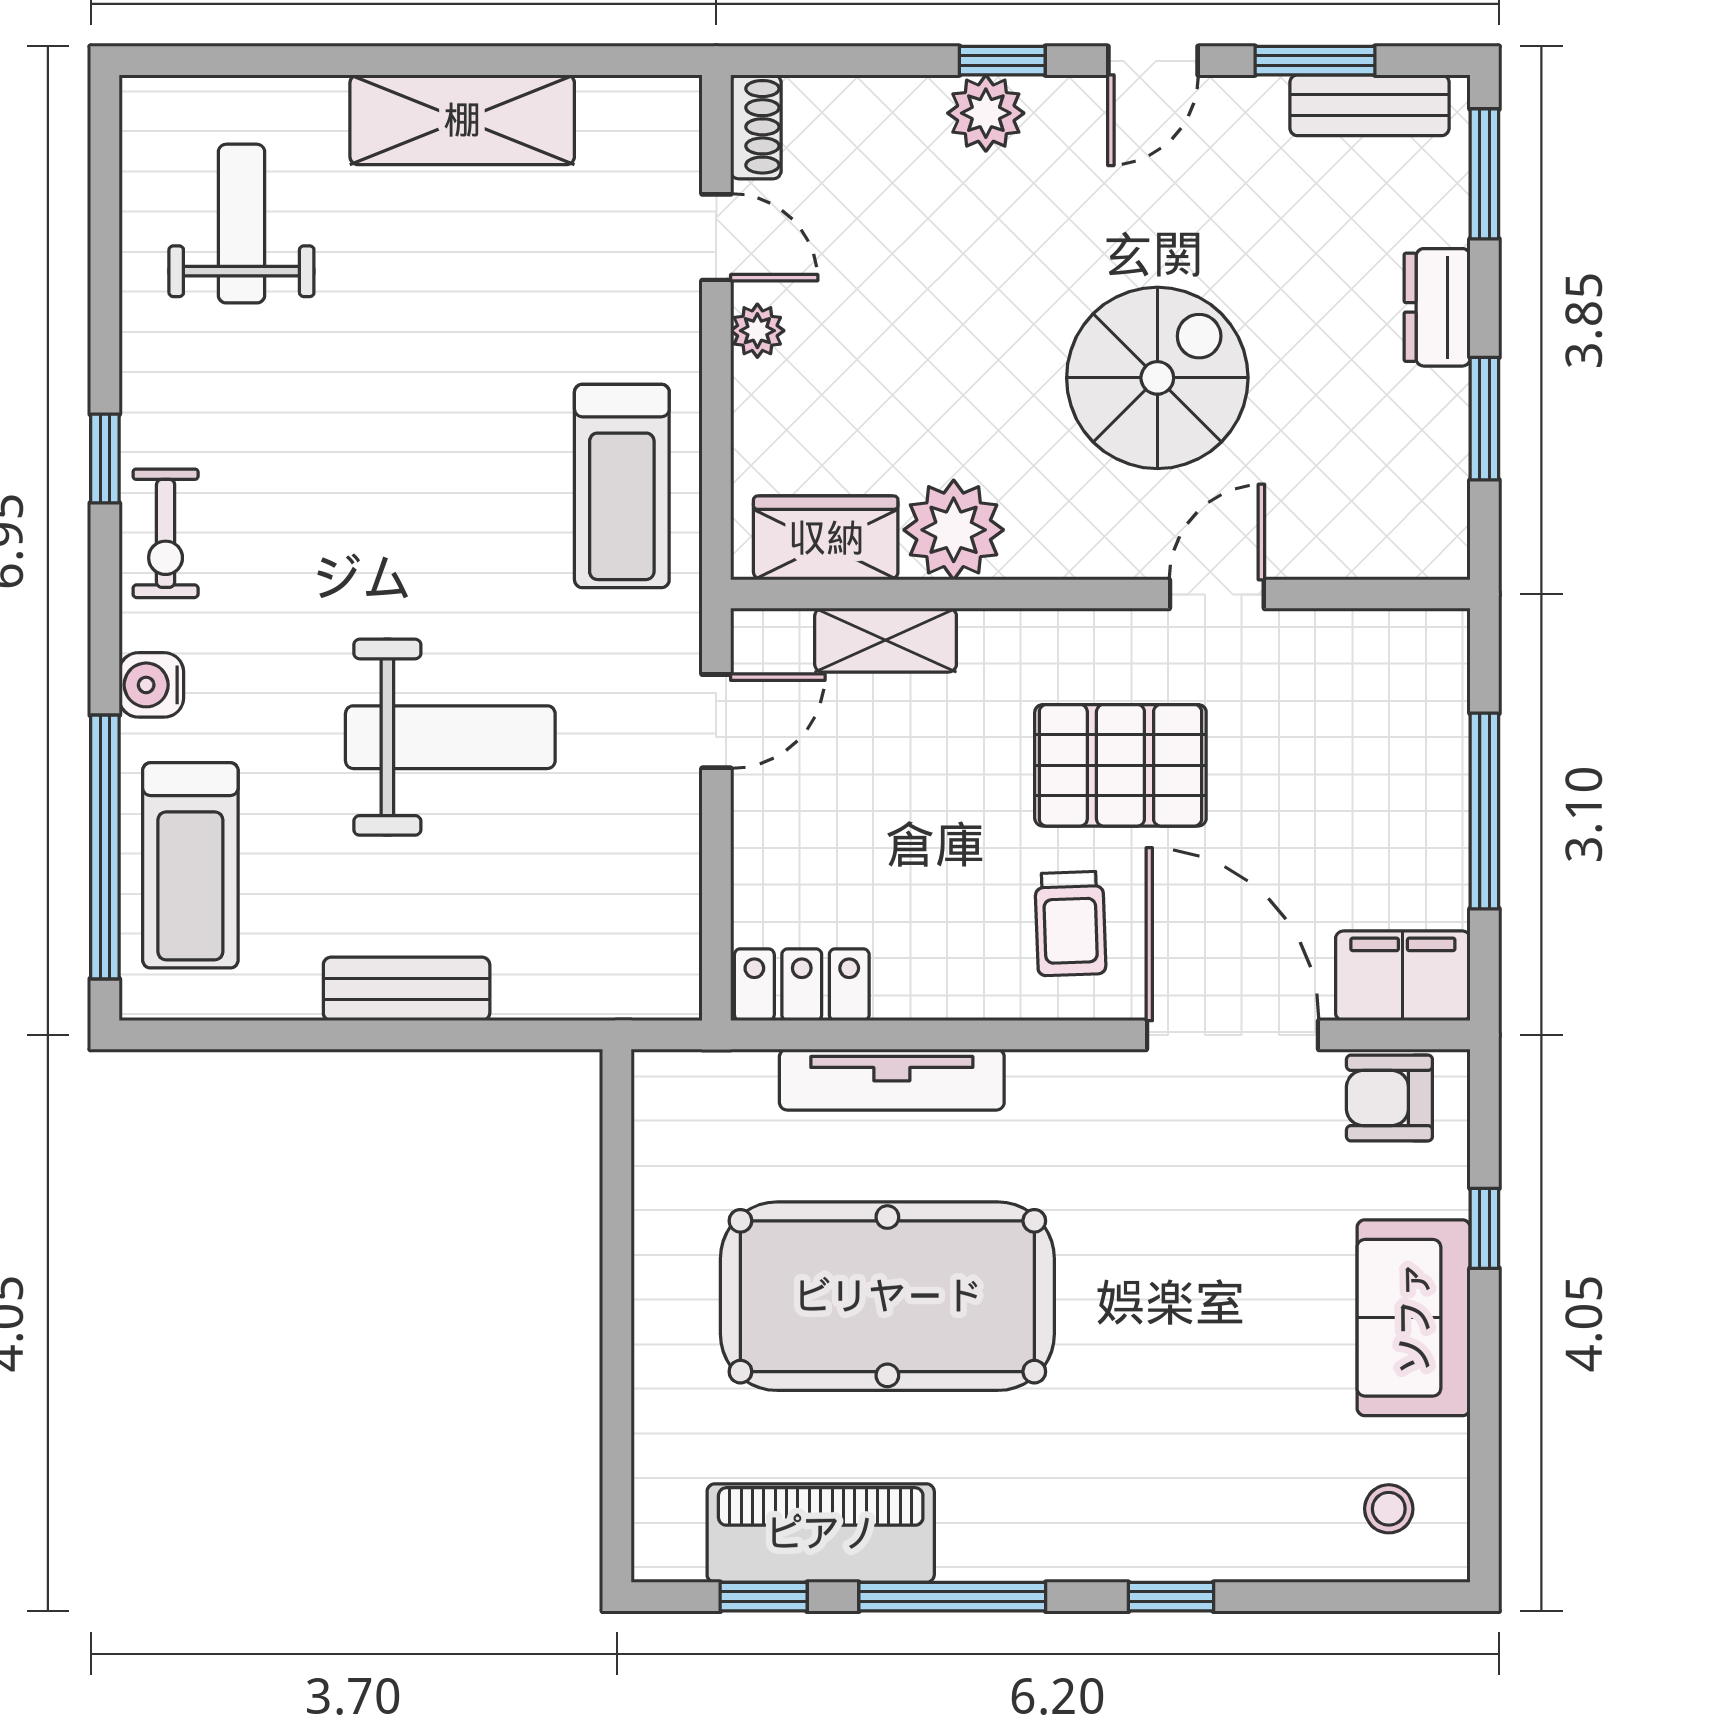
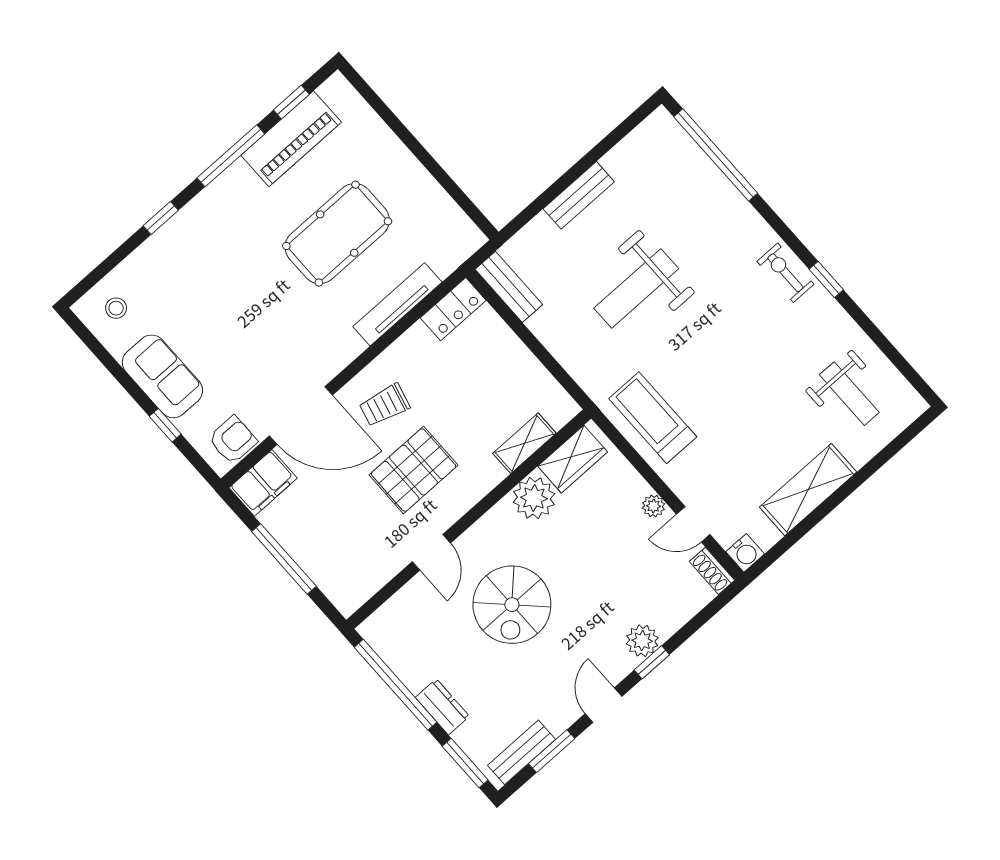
window: (1484, 419) -> (396, 685), width x2.11
water cooler: (151, 685) -> (745, 553), moved, turned 90
door: (716, 721) -> (556, 369), removed
treadmill: (190, 865) -> (683, 173), removed
trolley: (1070, 924) -> (385, 405), turned -74
bench: (670, 937) -> (509, 287), added
pool table: (887, 1296) -> (337, 234), width x0.73, depth x0.76

